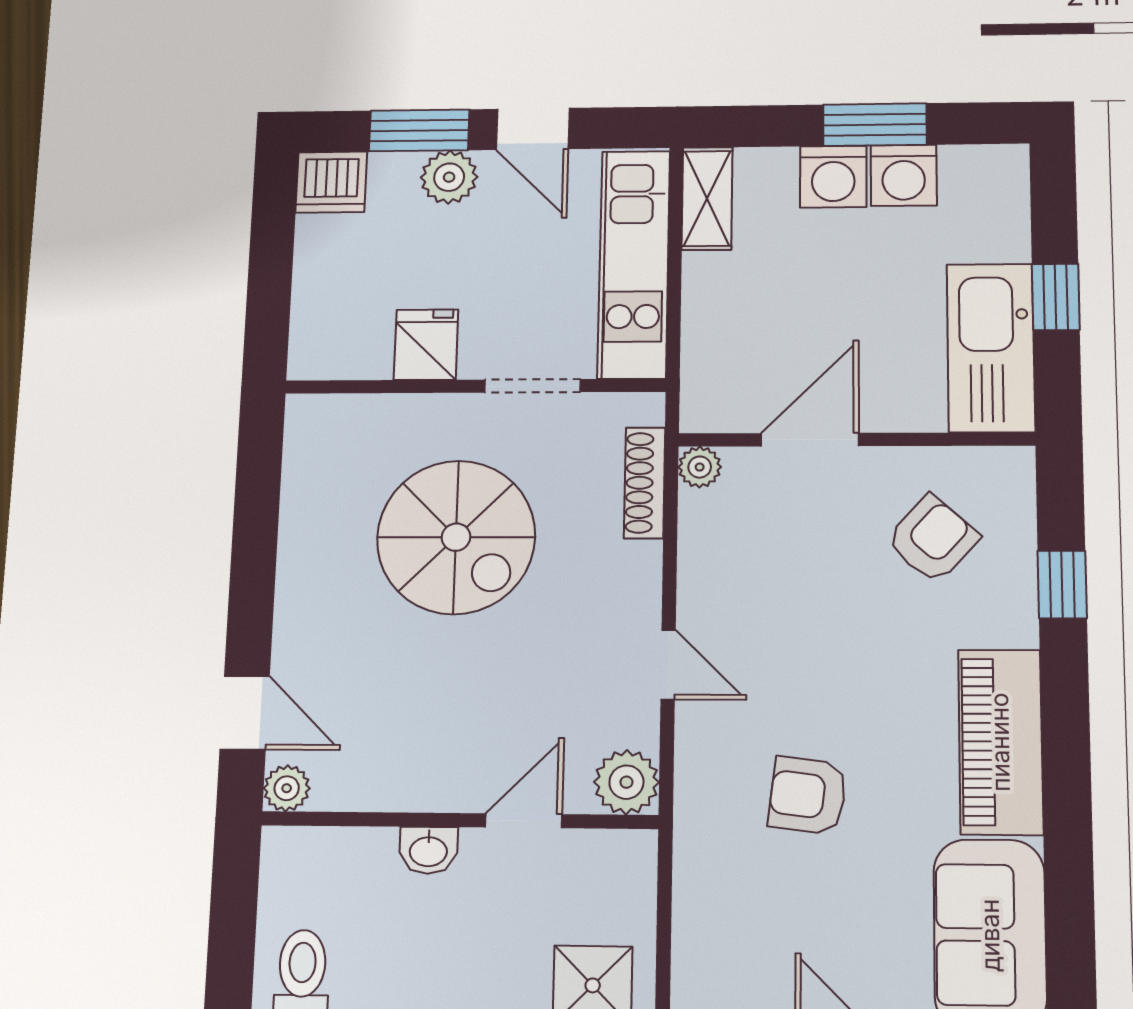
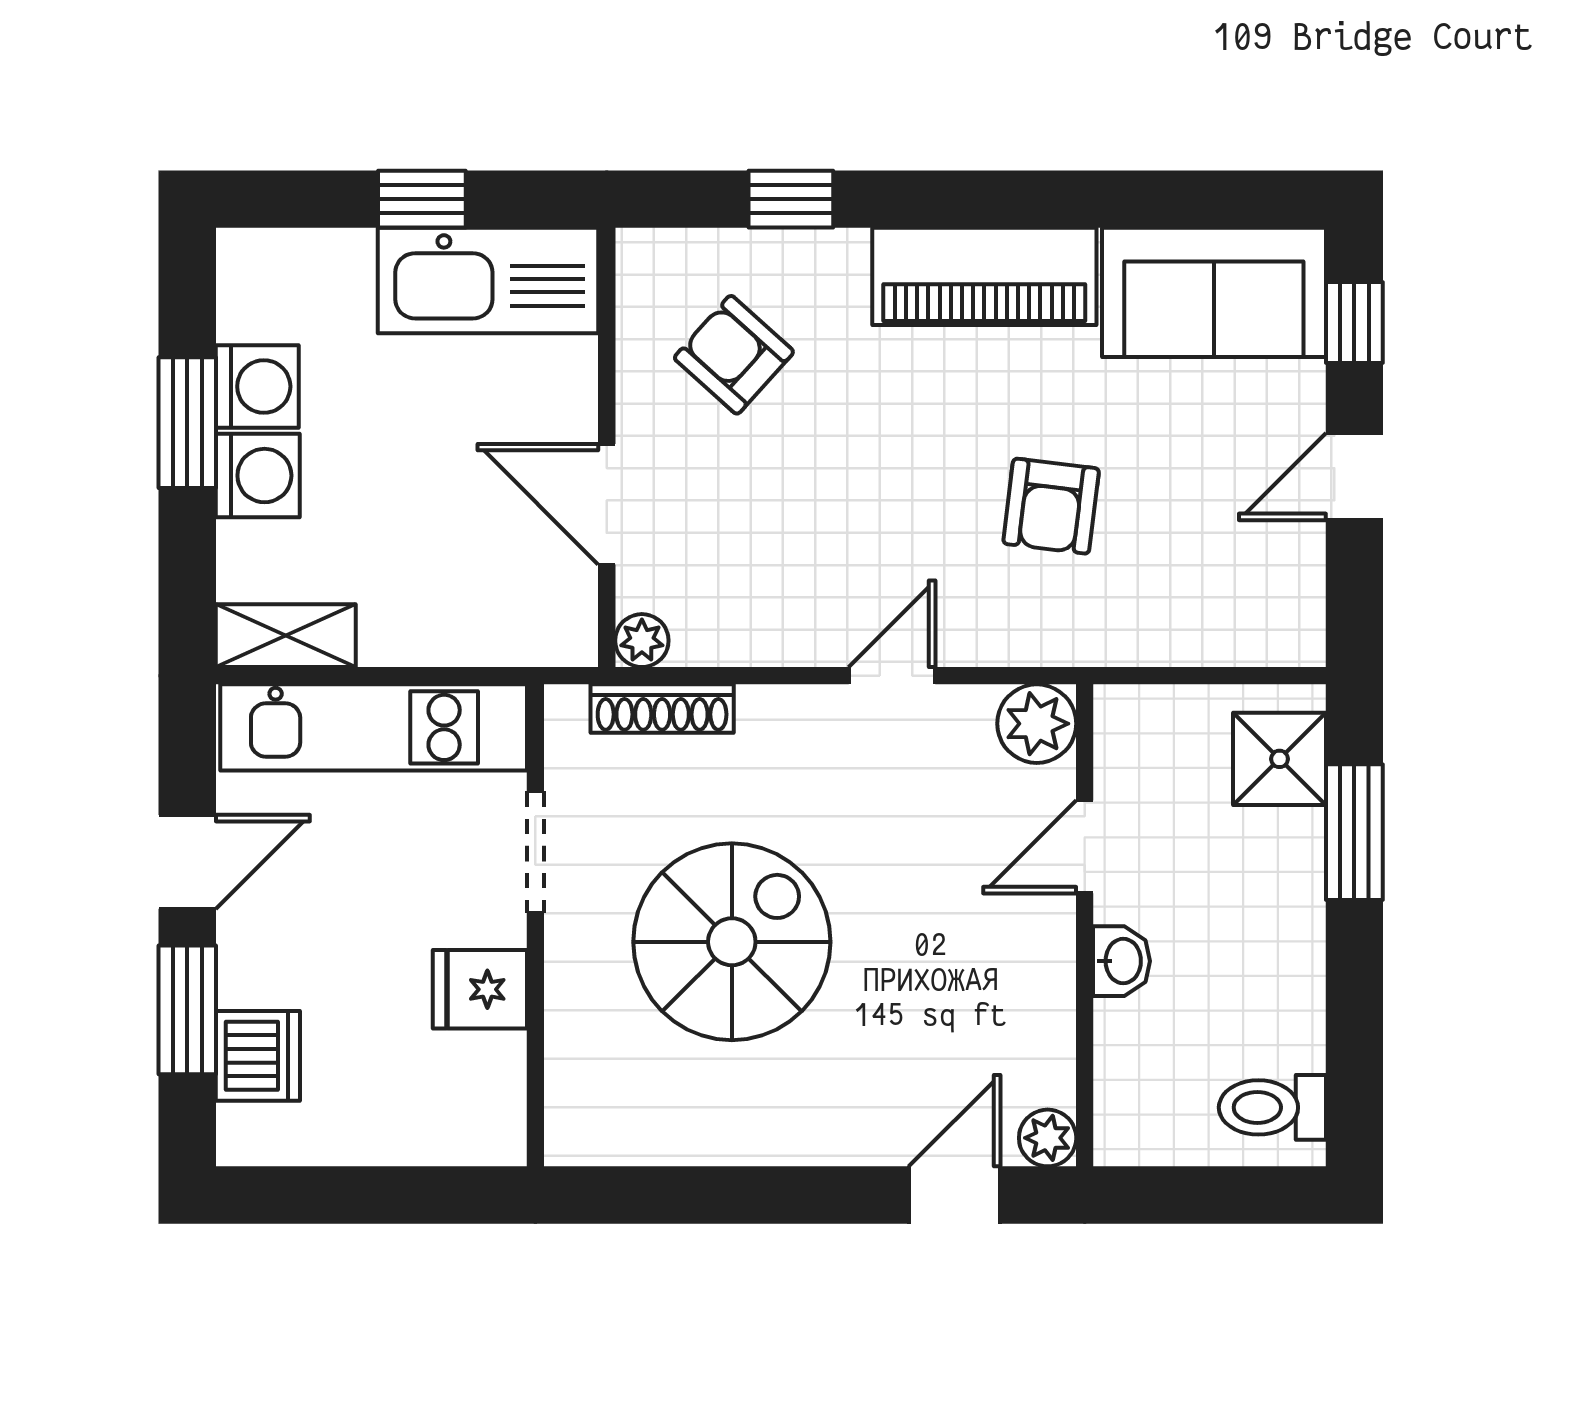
plant: (449, 177) -> (253, 968), removed
dishwasher: (331, 182) -> (258, 1056), moved
door: (524, 821) -> (1085, 847), hinge flipped

